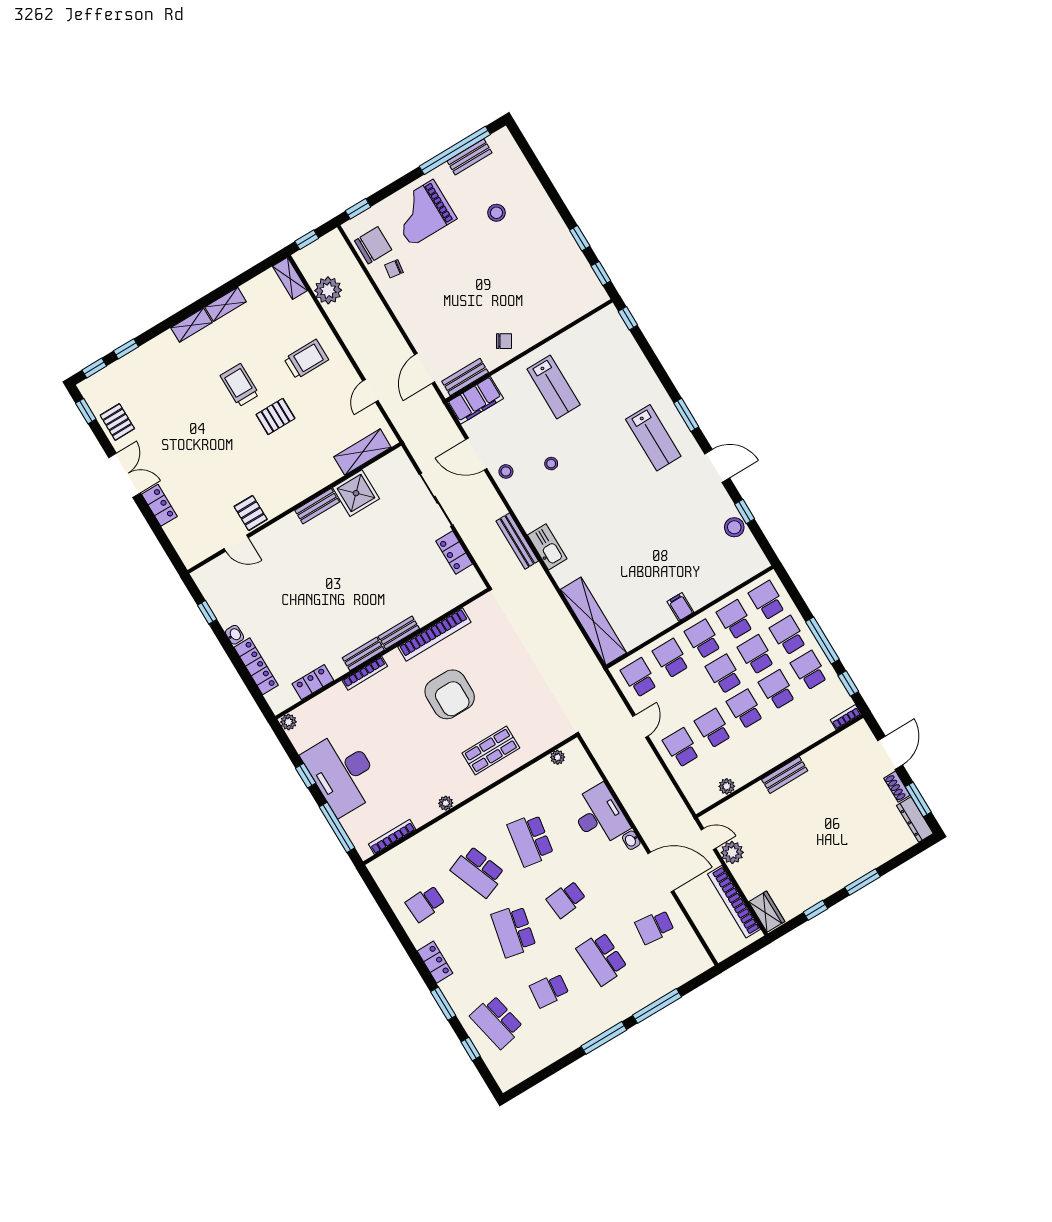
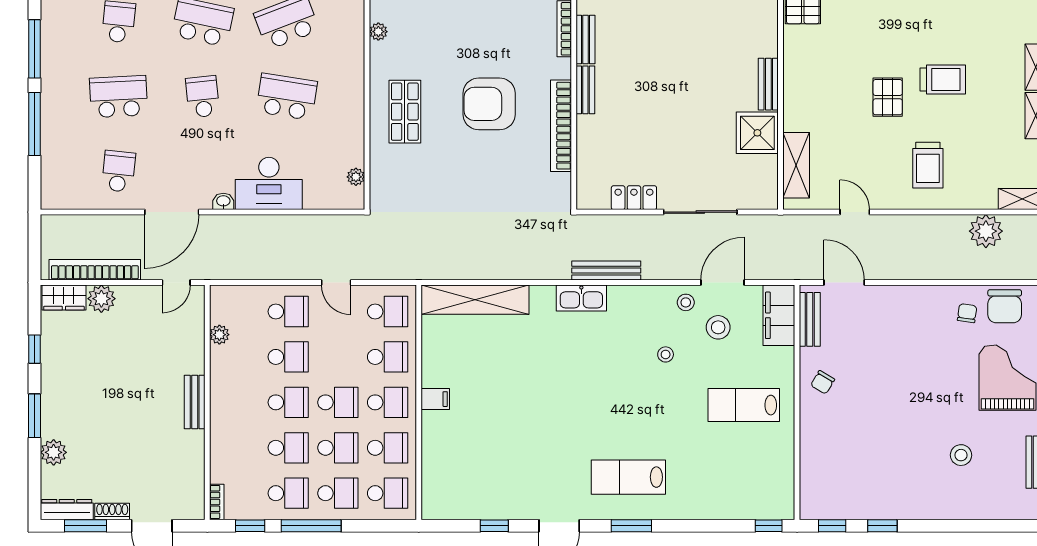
stool: (734, 527) -> (718, 327), moved
plant: (732, 852) -> (101, 299), moved
plant: (880, 853) -> (54, 452), added

